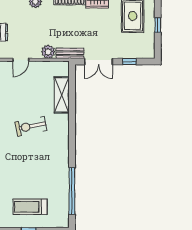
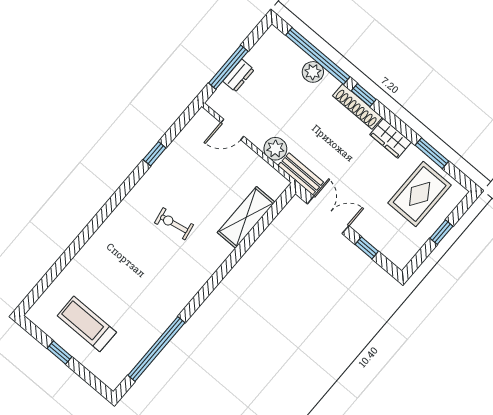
double door: (99, 62) -> (328, 215), swing flipped
exercise bike: (31, 126) -> (174, 224), width x0.73, depth x0.72

